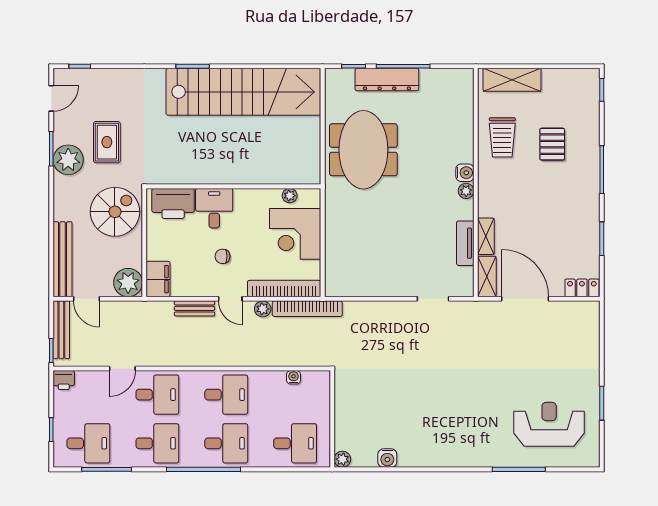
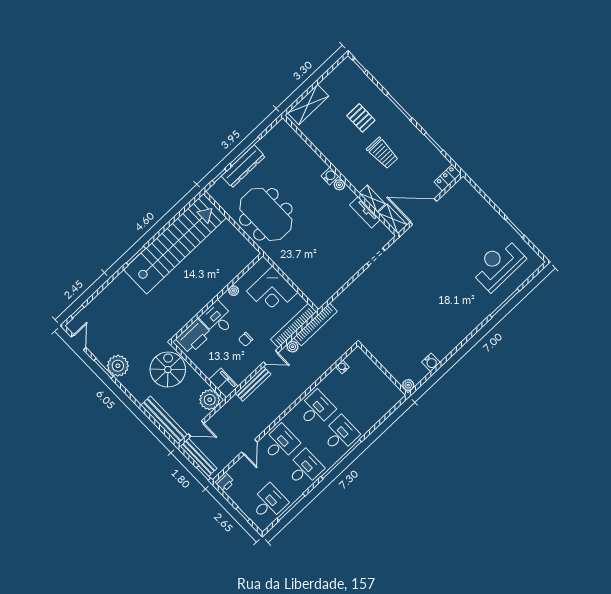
trolley: (502, 137) -> (382, 153), moved
rug: (107, 142) -> (129, 337), removed
plant: (290, 196) -> (234, 291), moved
bench: (194, 308) -> (253, 384), width x1.36
desk: (295, 443) -> (376, 400), removed

